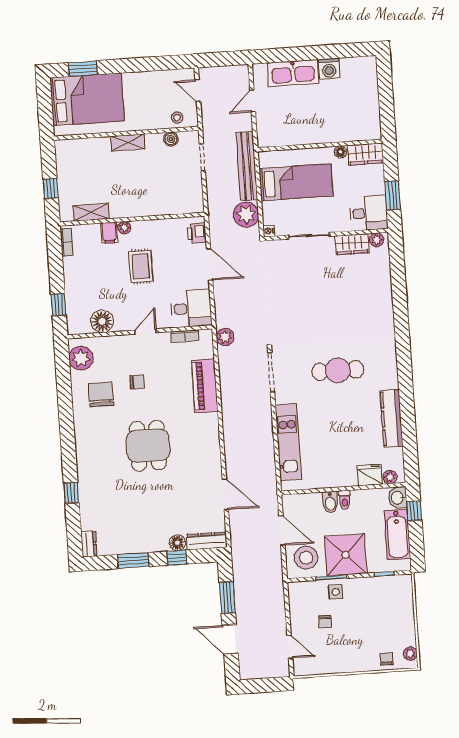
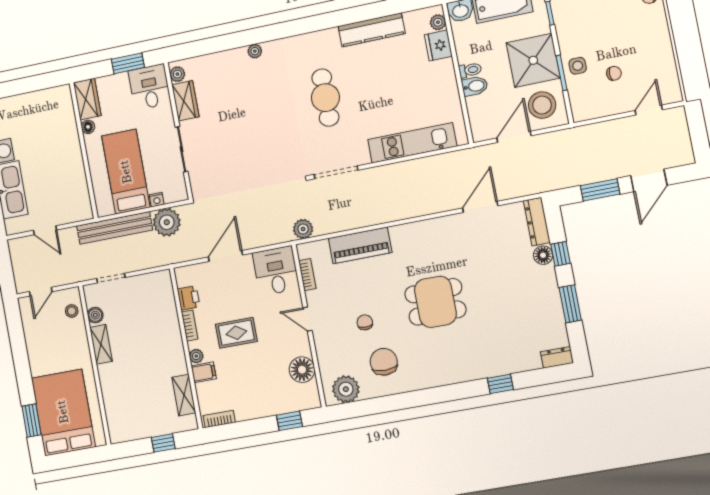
shelving: (128, 142) -> (101, 344), moved
bookcase: (152, 225) -> (190, 326), added
nightstand: (269, 231) -> (157, 200), moved
printer: (197, 233) -> (189, 298), moved, turned -90
plant: (387, 312) -> (255, 51), added
chair: (101, 394) -> (384, 362), turned 90

